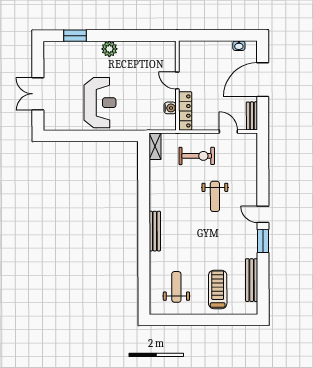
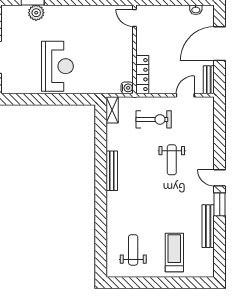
plant: (109, 49) -> (36, 13), moved
door: (177, 81) -> (135, 18), moved
water cooler: (170, 108) -> (127, 88), moved
door: (228, 132) -> (185, 95), hinge flipped
bench: (155, 231) -> (112, 171), moved
bench: (252, 280) -> (208, 226), moved

